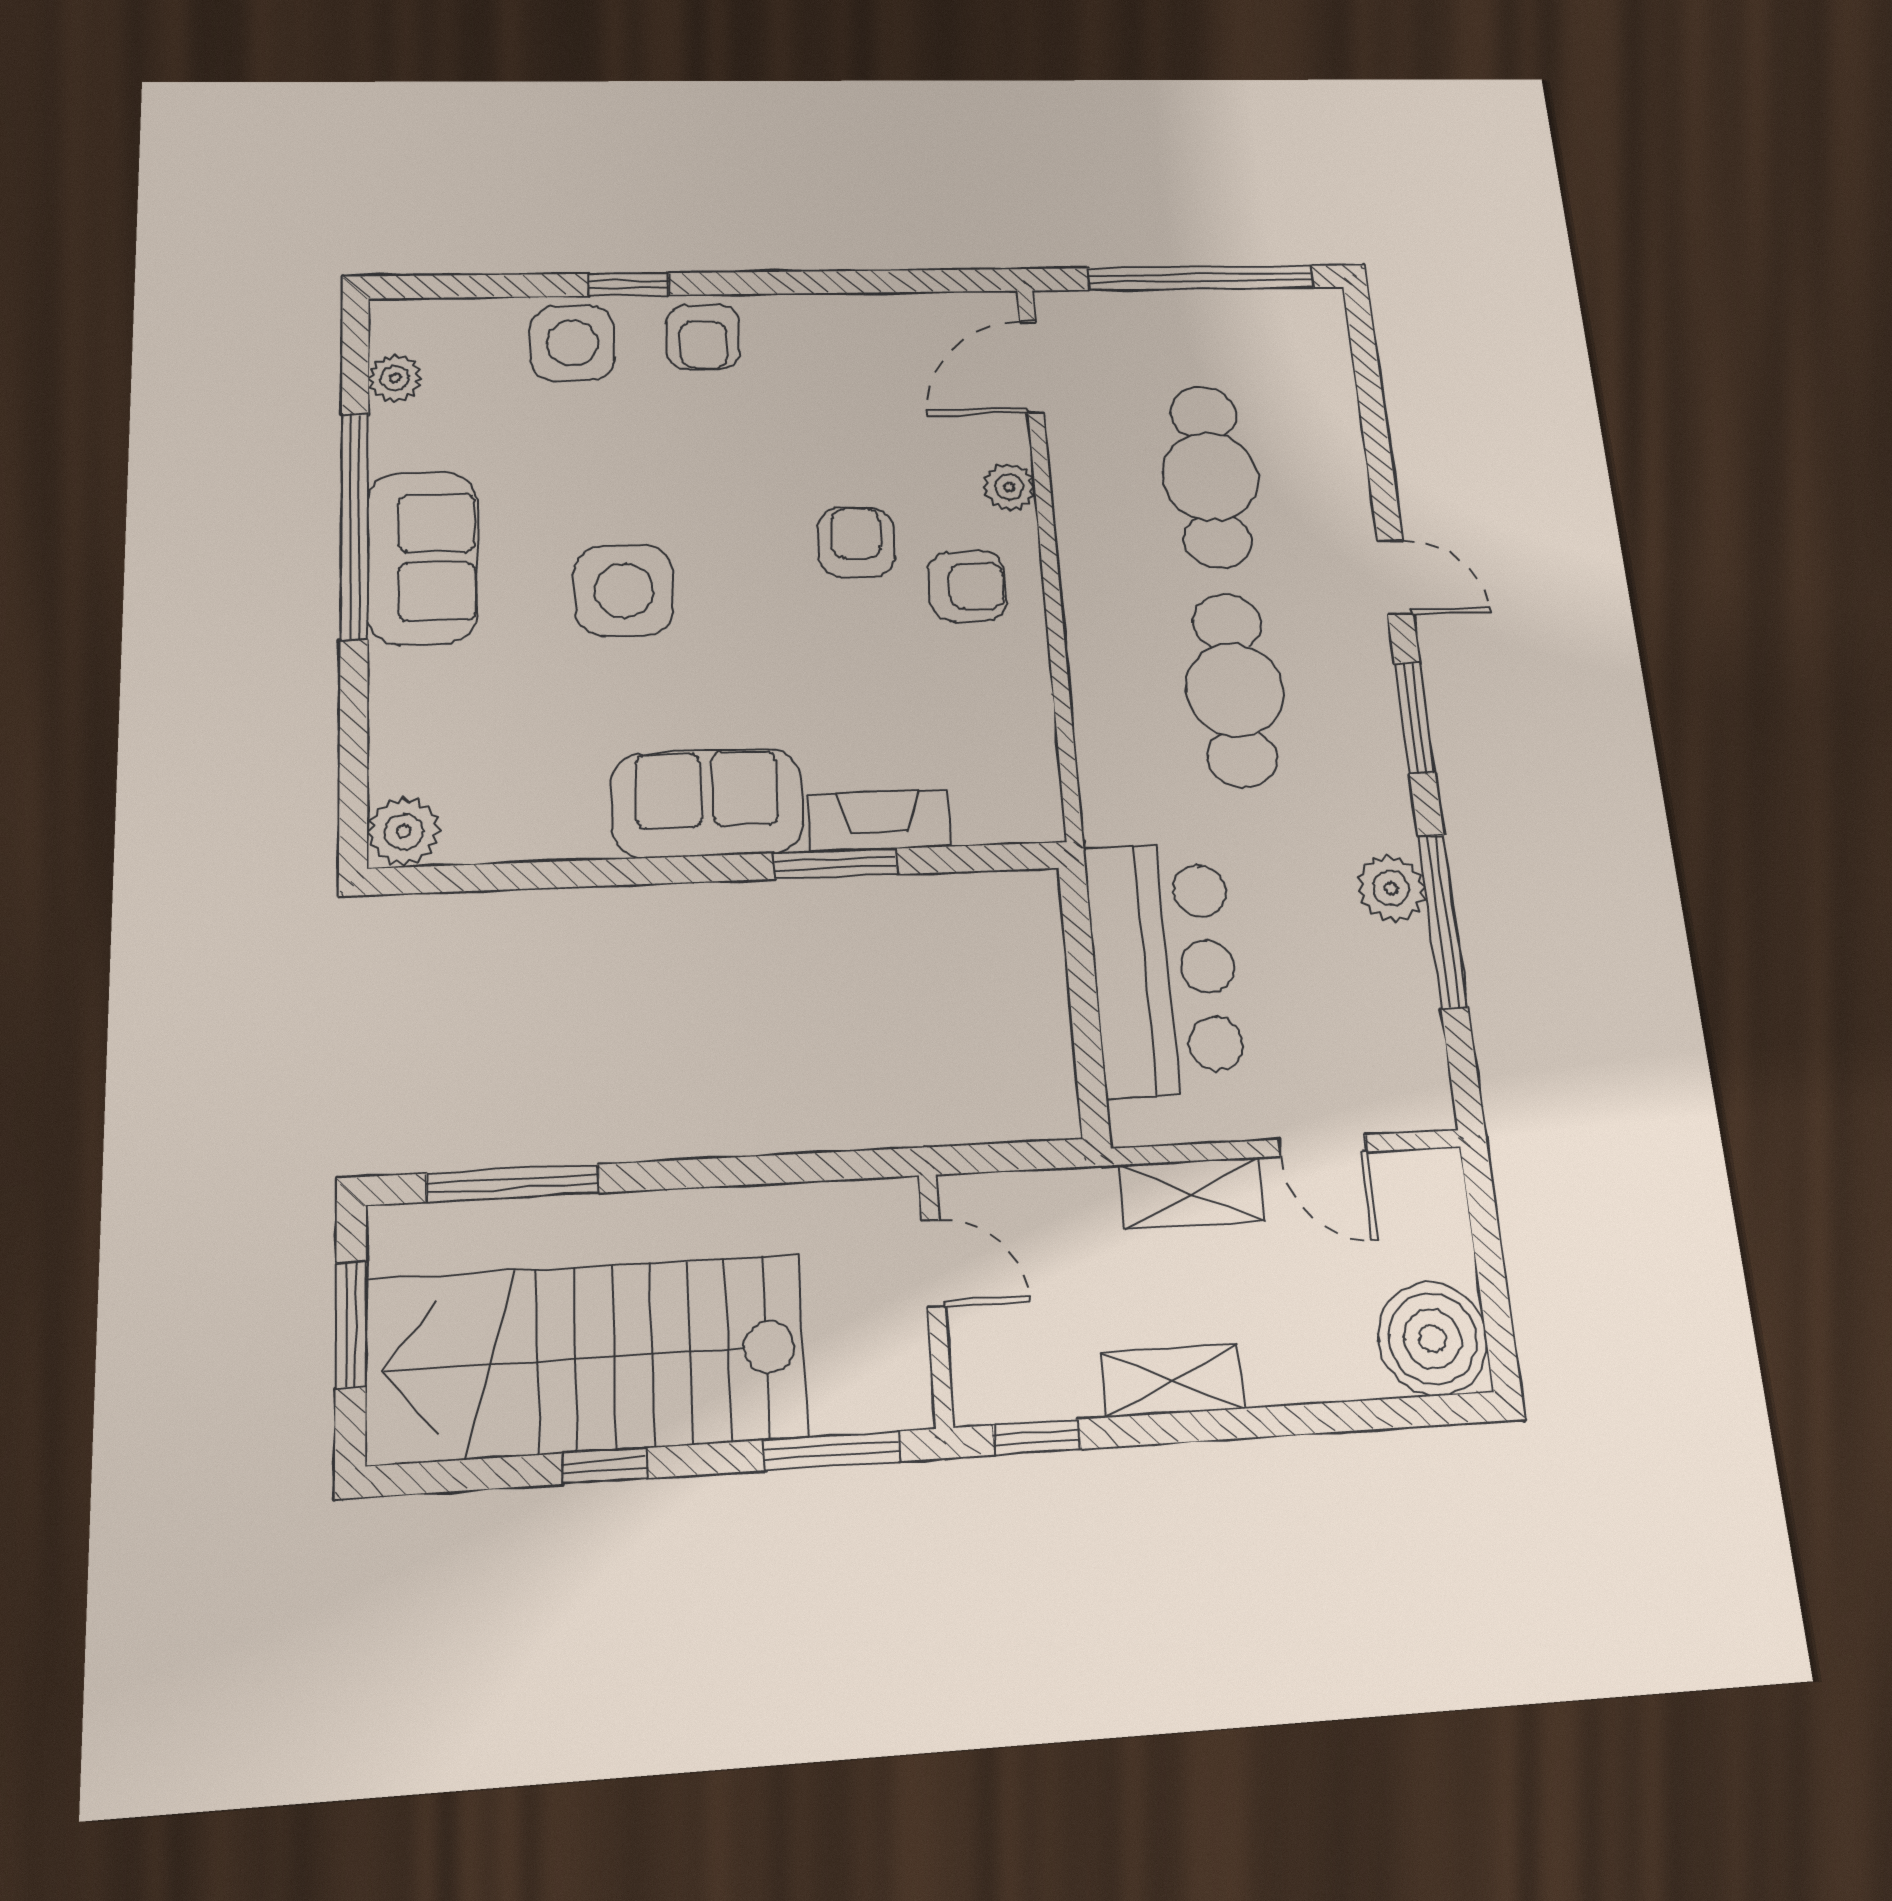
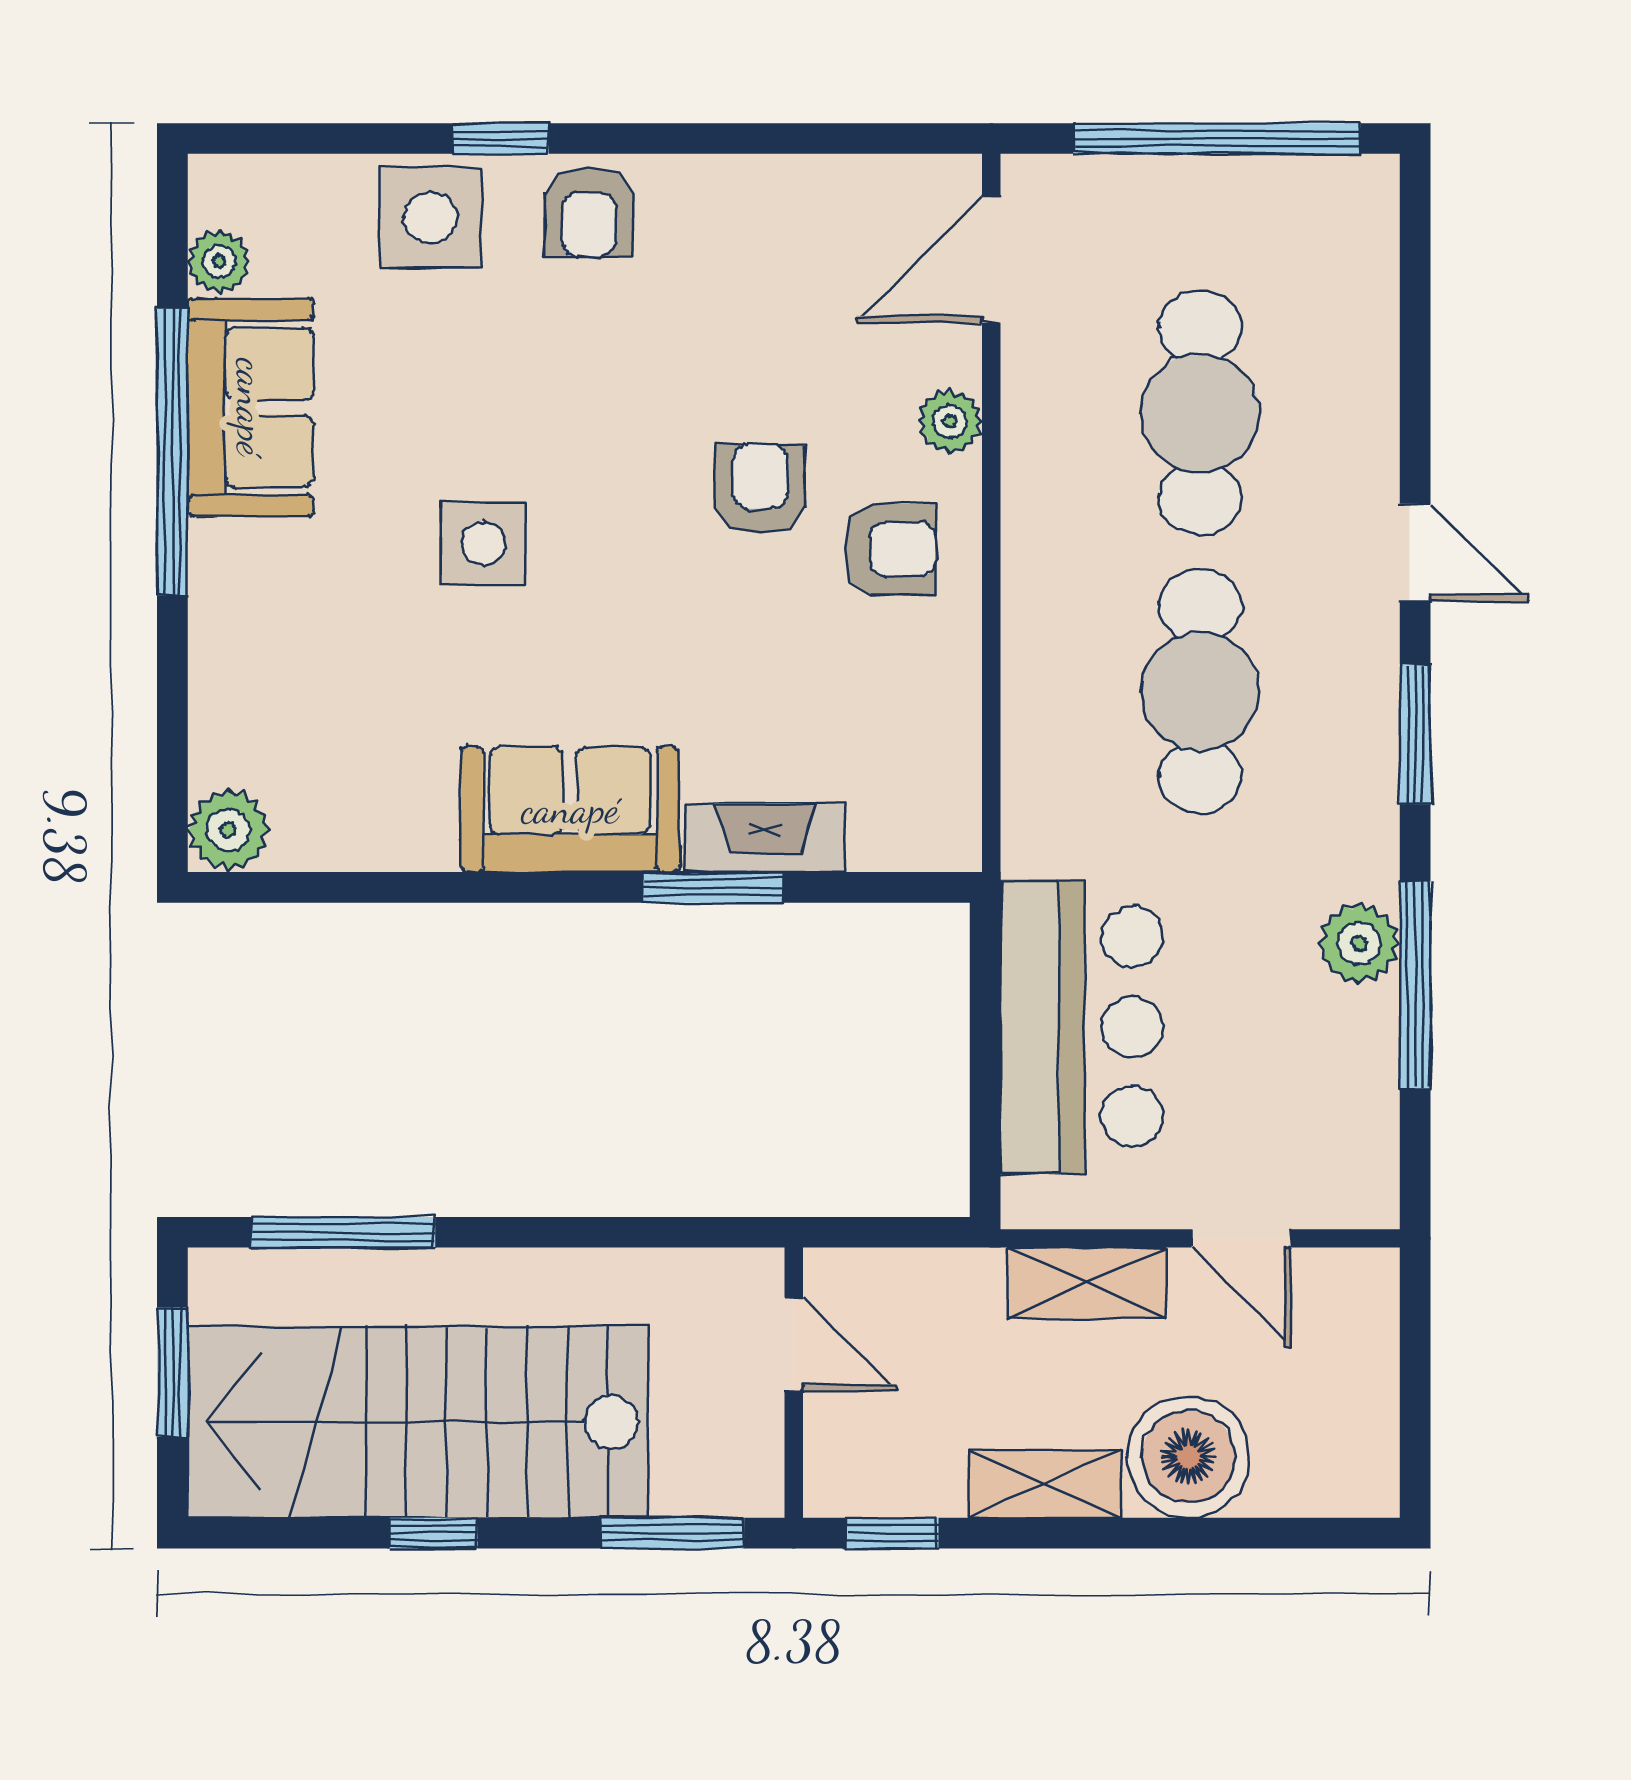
sofa: (423, 557) -> (251, 407), moved
side table: (624, 590) -> (483, 543), width x0.73, depth x0.73
boiler: (1432, 1339) -> (1188, 1457), moved

